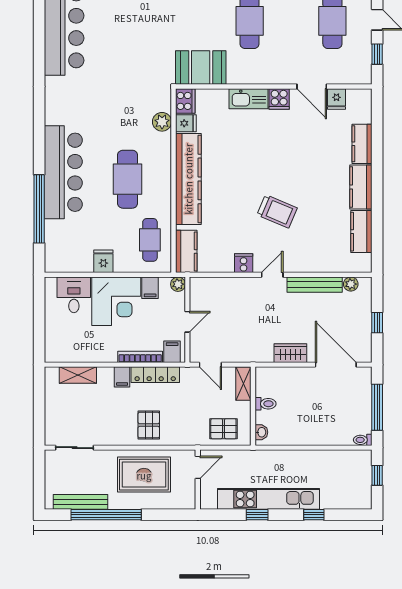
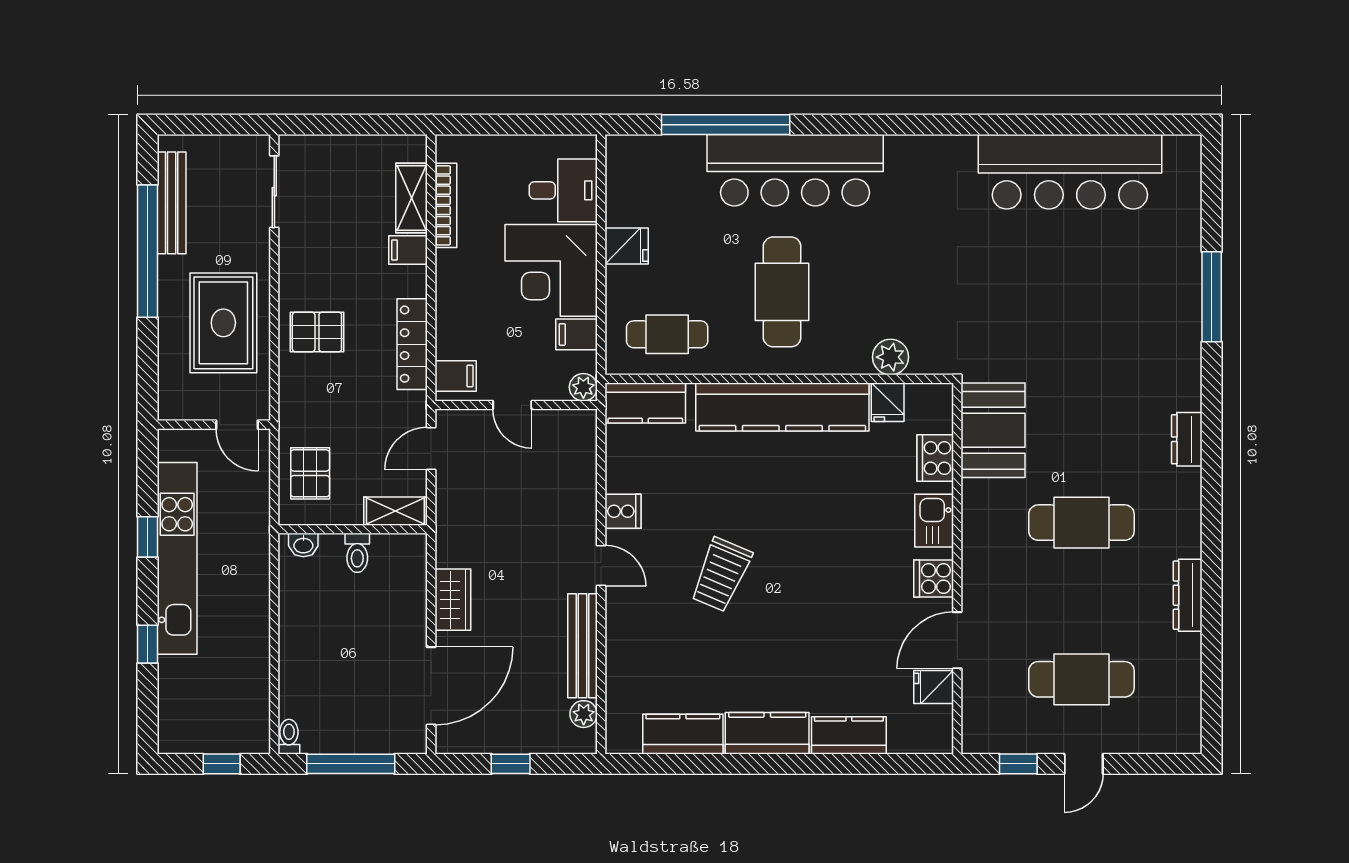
kitchen sink: (249, 99) -> (934, 521), width x0.73
cooker: (185, 101) -> (935, 458), moved, turned 90
cafe table: (128, 179) -> (782, 292), turned 90
bookcase: (140, 357) -> (446, 205), moved
filing cabinet: (122, 377) -> (408, 250), moved

